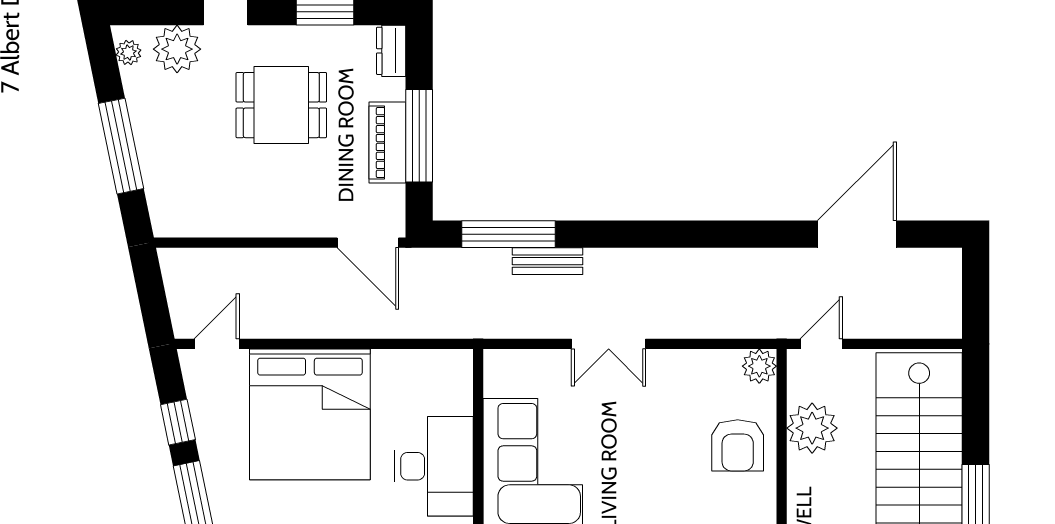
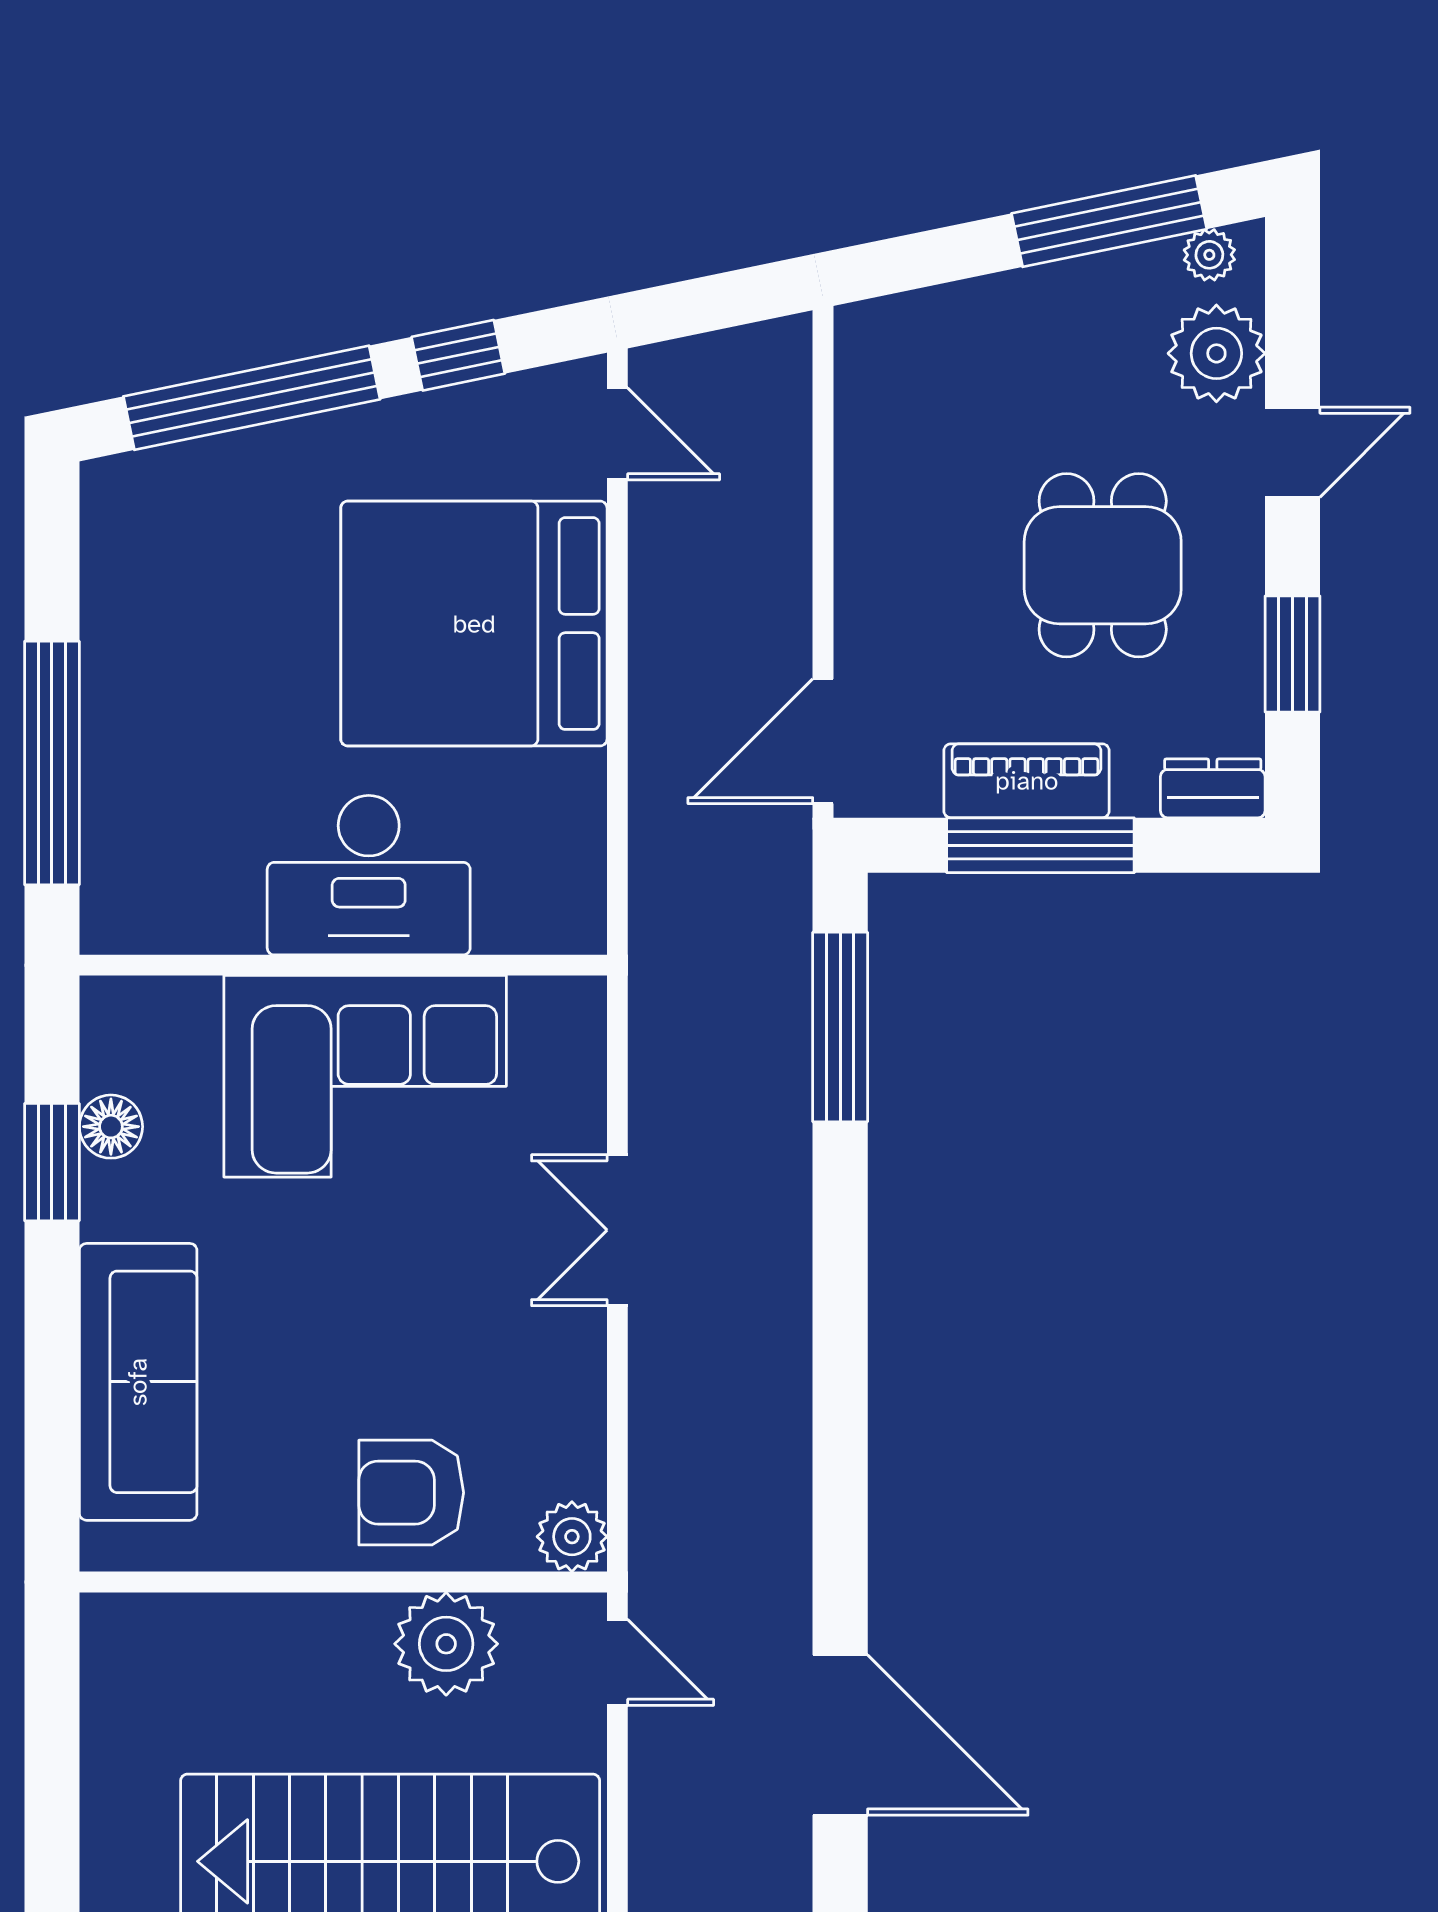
window: (121, 146) -> (1109, 221), moved
bench: (548, 261) -> (785, 1106), removed

